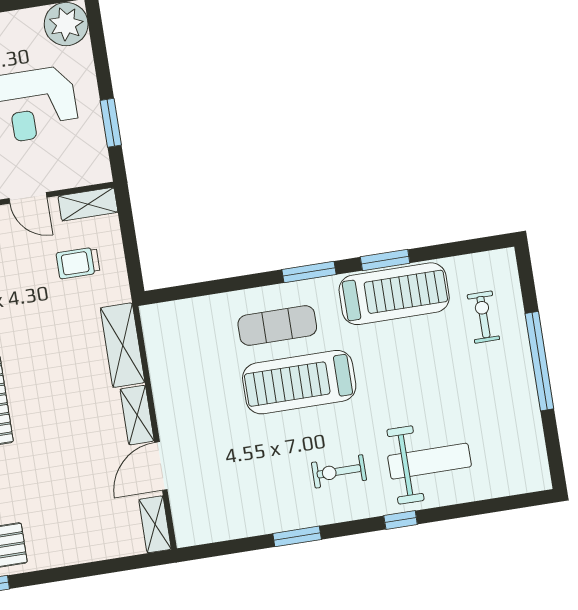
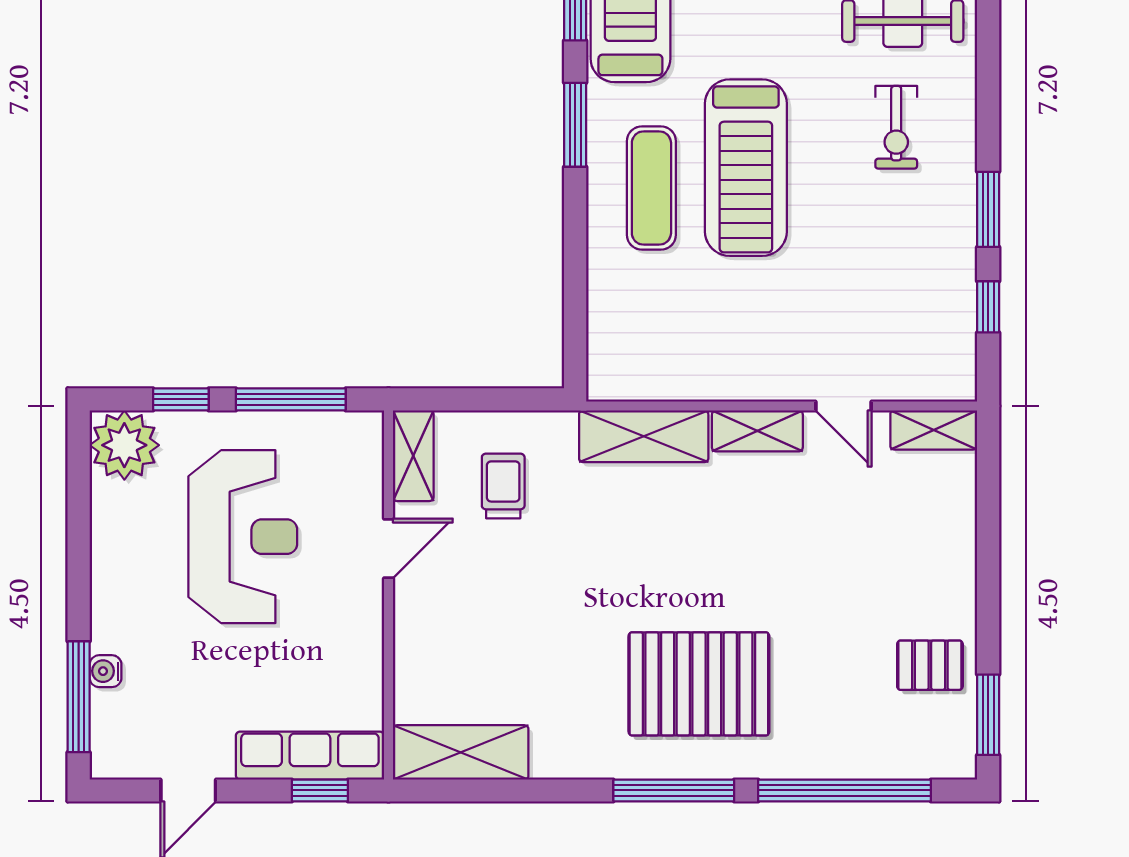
window: (100, 55) -> (181, 399), added
window: (111, 123) -> (291, 399), width x1.44
trolley: (78, 263) -> (503, 486), turned 180
door: (161, 466) -> (844, 406), width x0.73
window: (401, 520) -> (988, 307), moved

